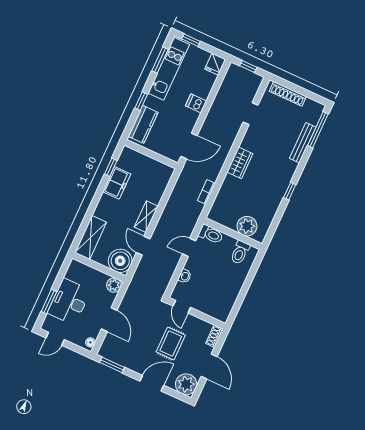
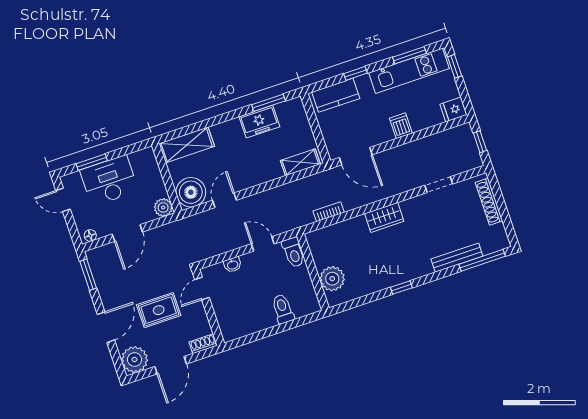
window: (111, 167) -> (268, 103), width x1.50
shelving: (146, 217) -> (300, 162), moved
toilet: (240, 252) -> (283, 309), moved, turned 90
door: (152, 383) -> (106, 327), hinge flipped

